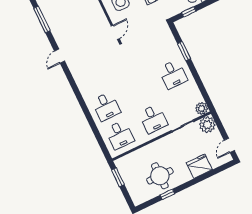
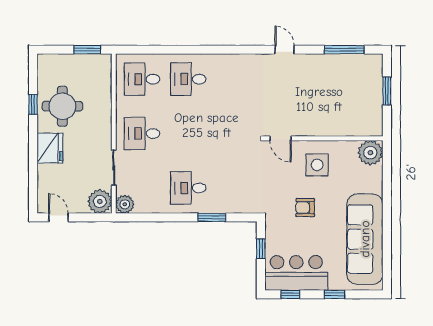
fridge: (199, 166) -> (50, 148), moved

